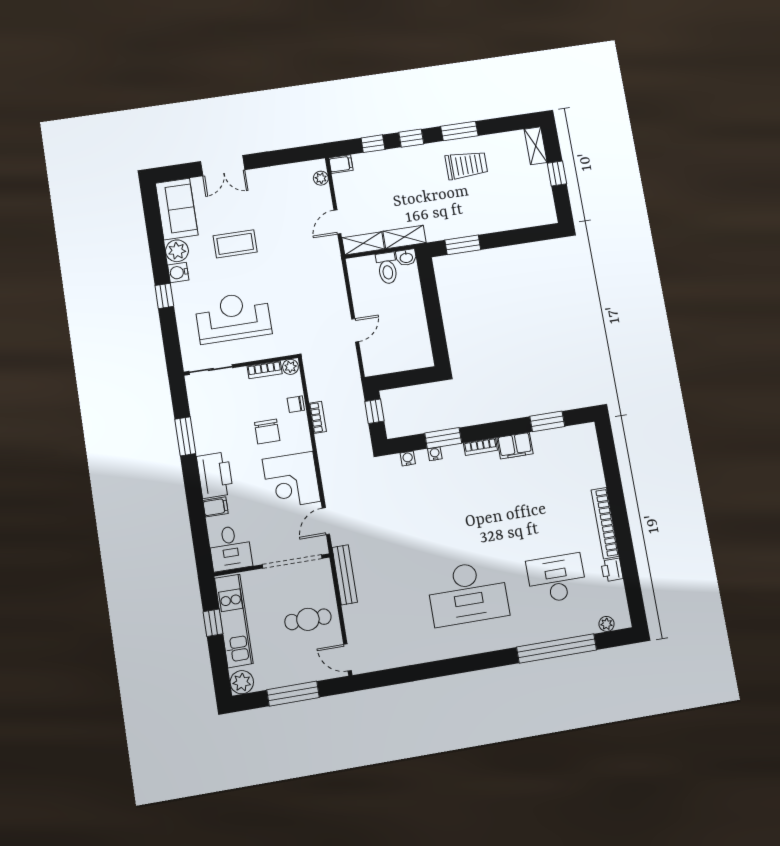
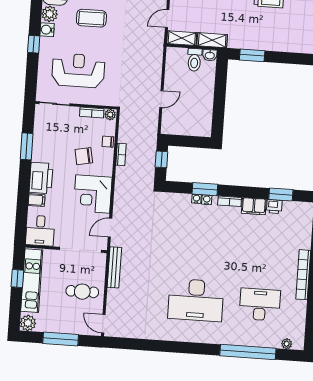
chair: (267, 431) -> (84, 156), turned 79
water cooler: (408, 458) -> (207, 200), moved
printer: (612, 570) -> (274, 207), moved, turned -90

